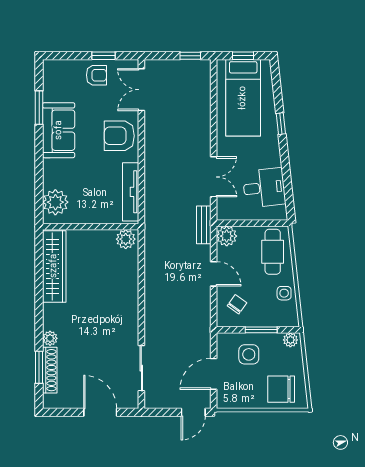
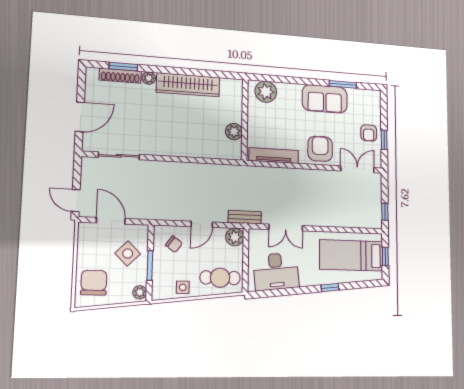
desk: (264, 188) -> (276, 271), width x1.37
plant: (126, 239) -> (234, 132), moved
wardrobe: (54, 266) -> (188, 85), moved
side table: (249, 354) -> (128, 254), turned 45

